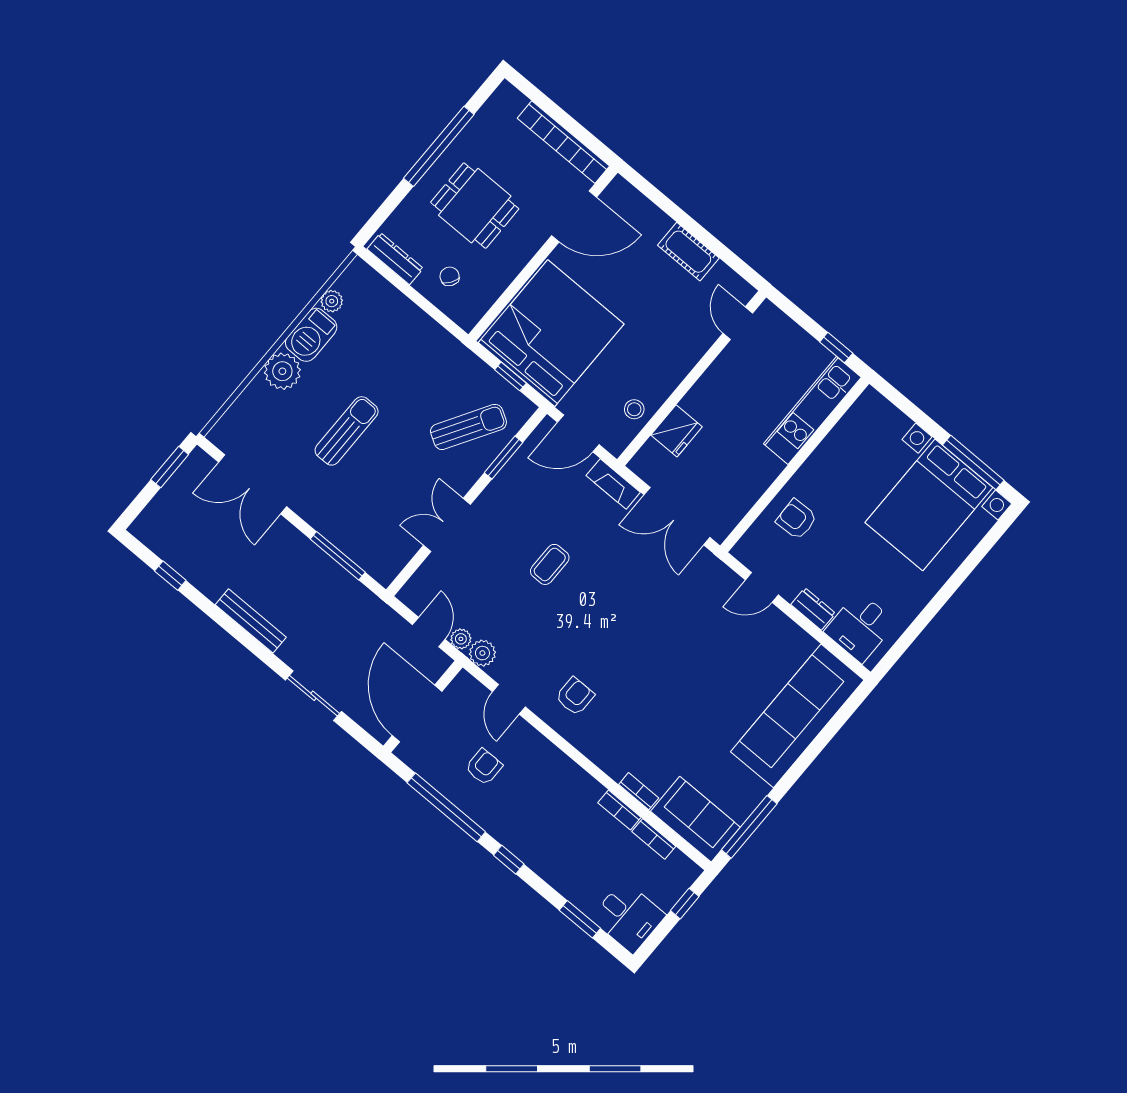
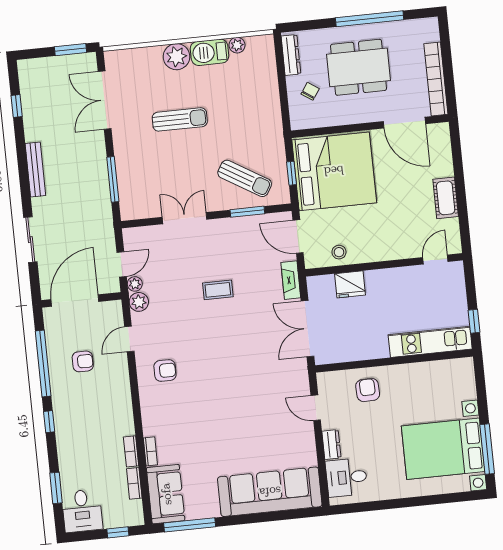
dining table: (475, 206) -> (358, 67), width x1.38

